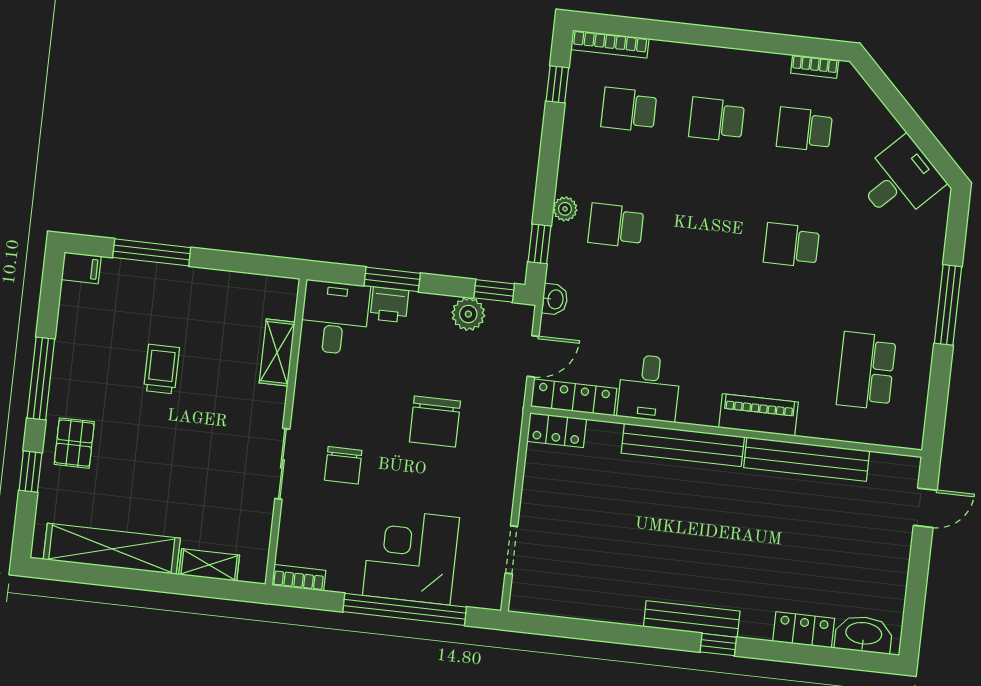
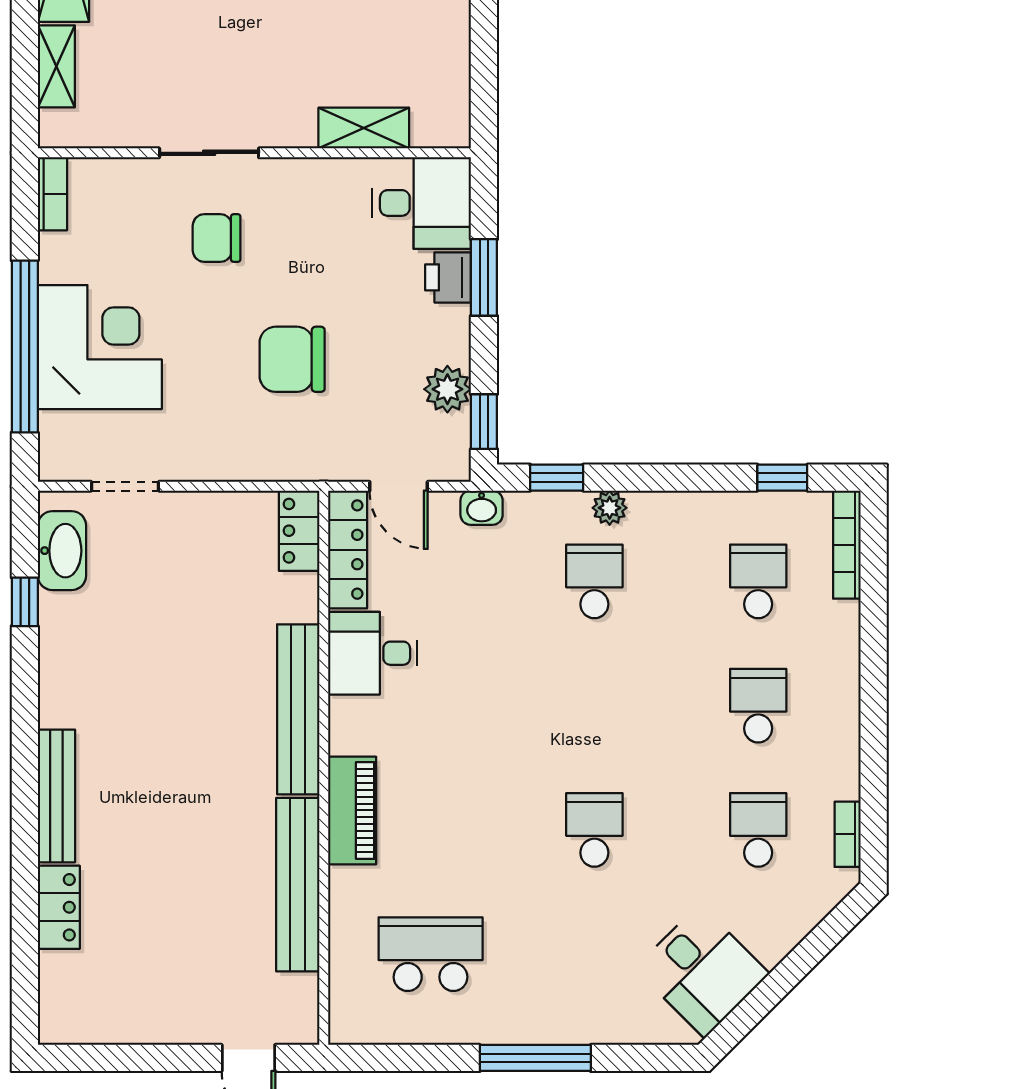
bench: (692, 619) -> (56, 796), moved
washbasin: (864, 634) -> (62, 551), moved
window: (718, 645) -> (25, 602), moved

